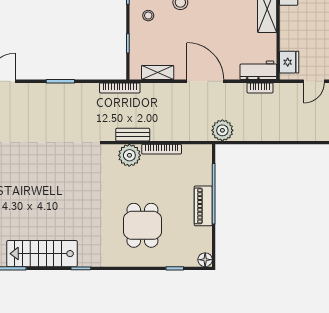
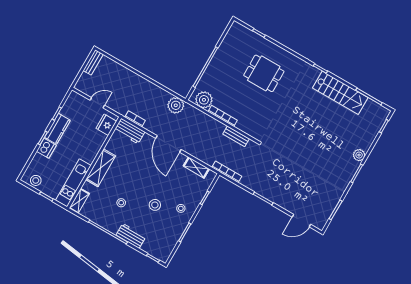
plant: (129, 155) -> (204, 100), moved
piano: (203, 206) -> (217, 63), removed
dining table: (142, 225) -> (264, 73), turned 90
floor lamp: (205, 260) -> (236, 27), removed

